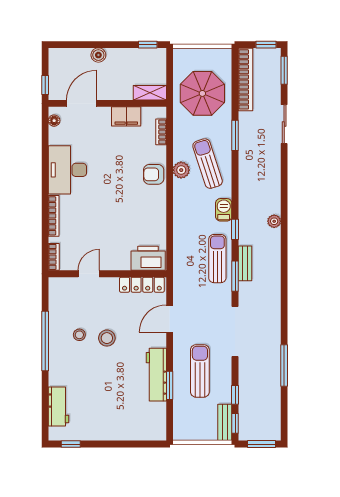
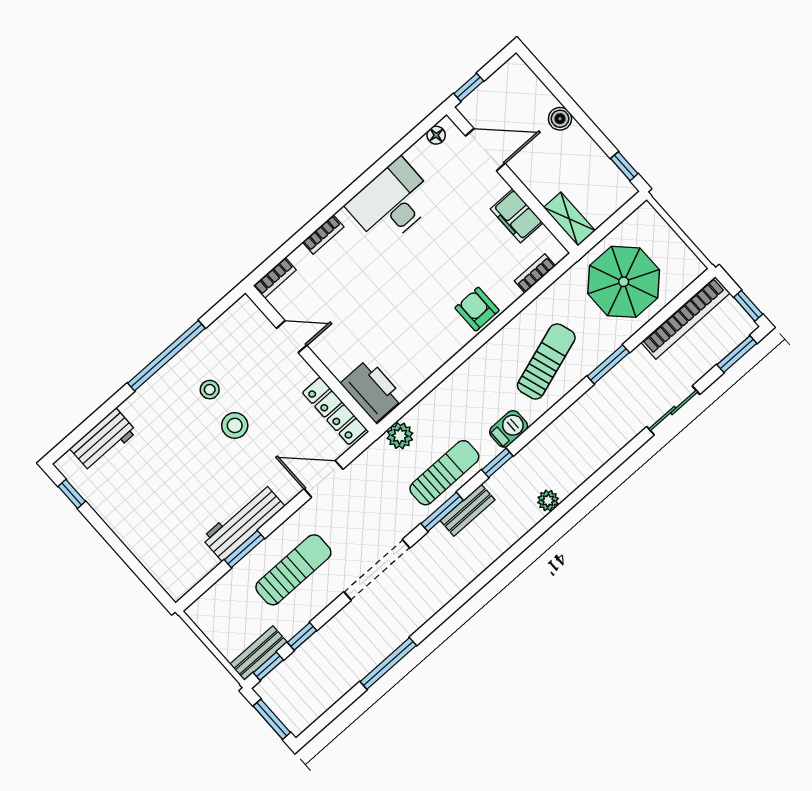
plant: (181, 170) -> (400, 436), moved
bookcase: (54, 216) -> (323, 234), width x0.64

